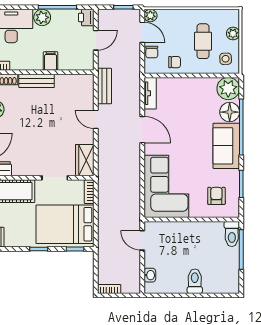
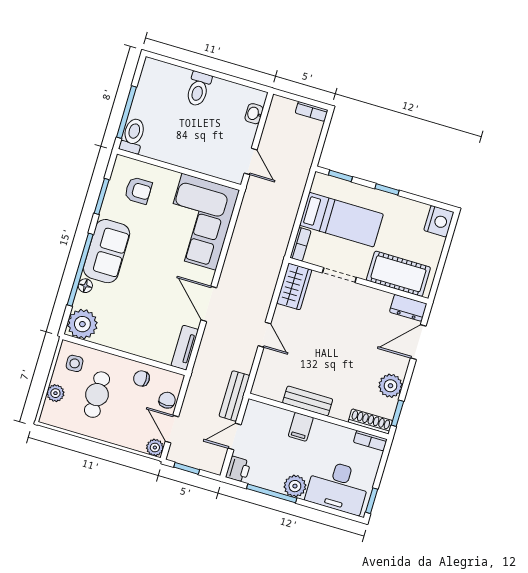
bench: (37, 81) -> (308, 401), moved
bench: (104, 86) -> (234, 396), moved
floor lamp: (230, 112) -> (85, 286), width x0.53, depth x0.53
armchair: (216, 196) -> (138, 190), turned -90
bed: (65, 224) -> (341, 220), width x0.67

